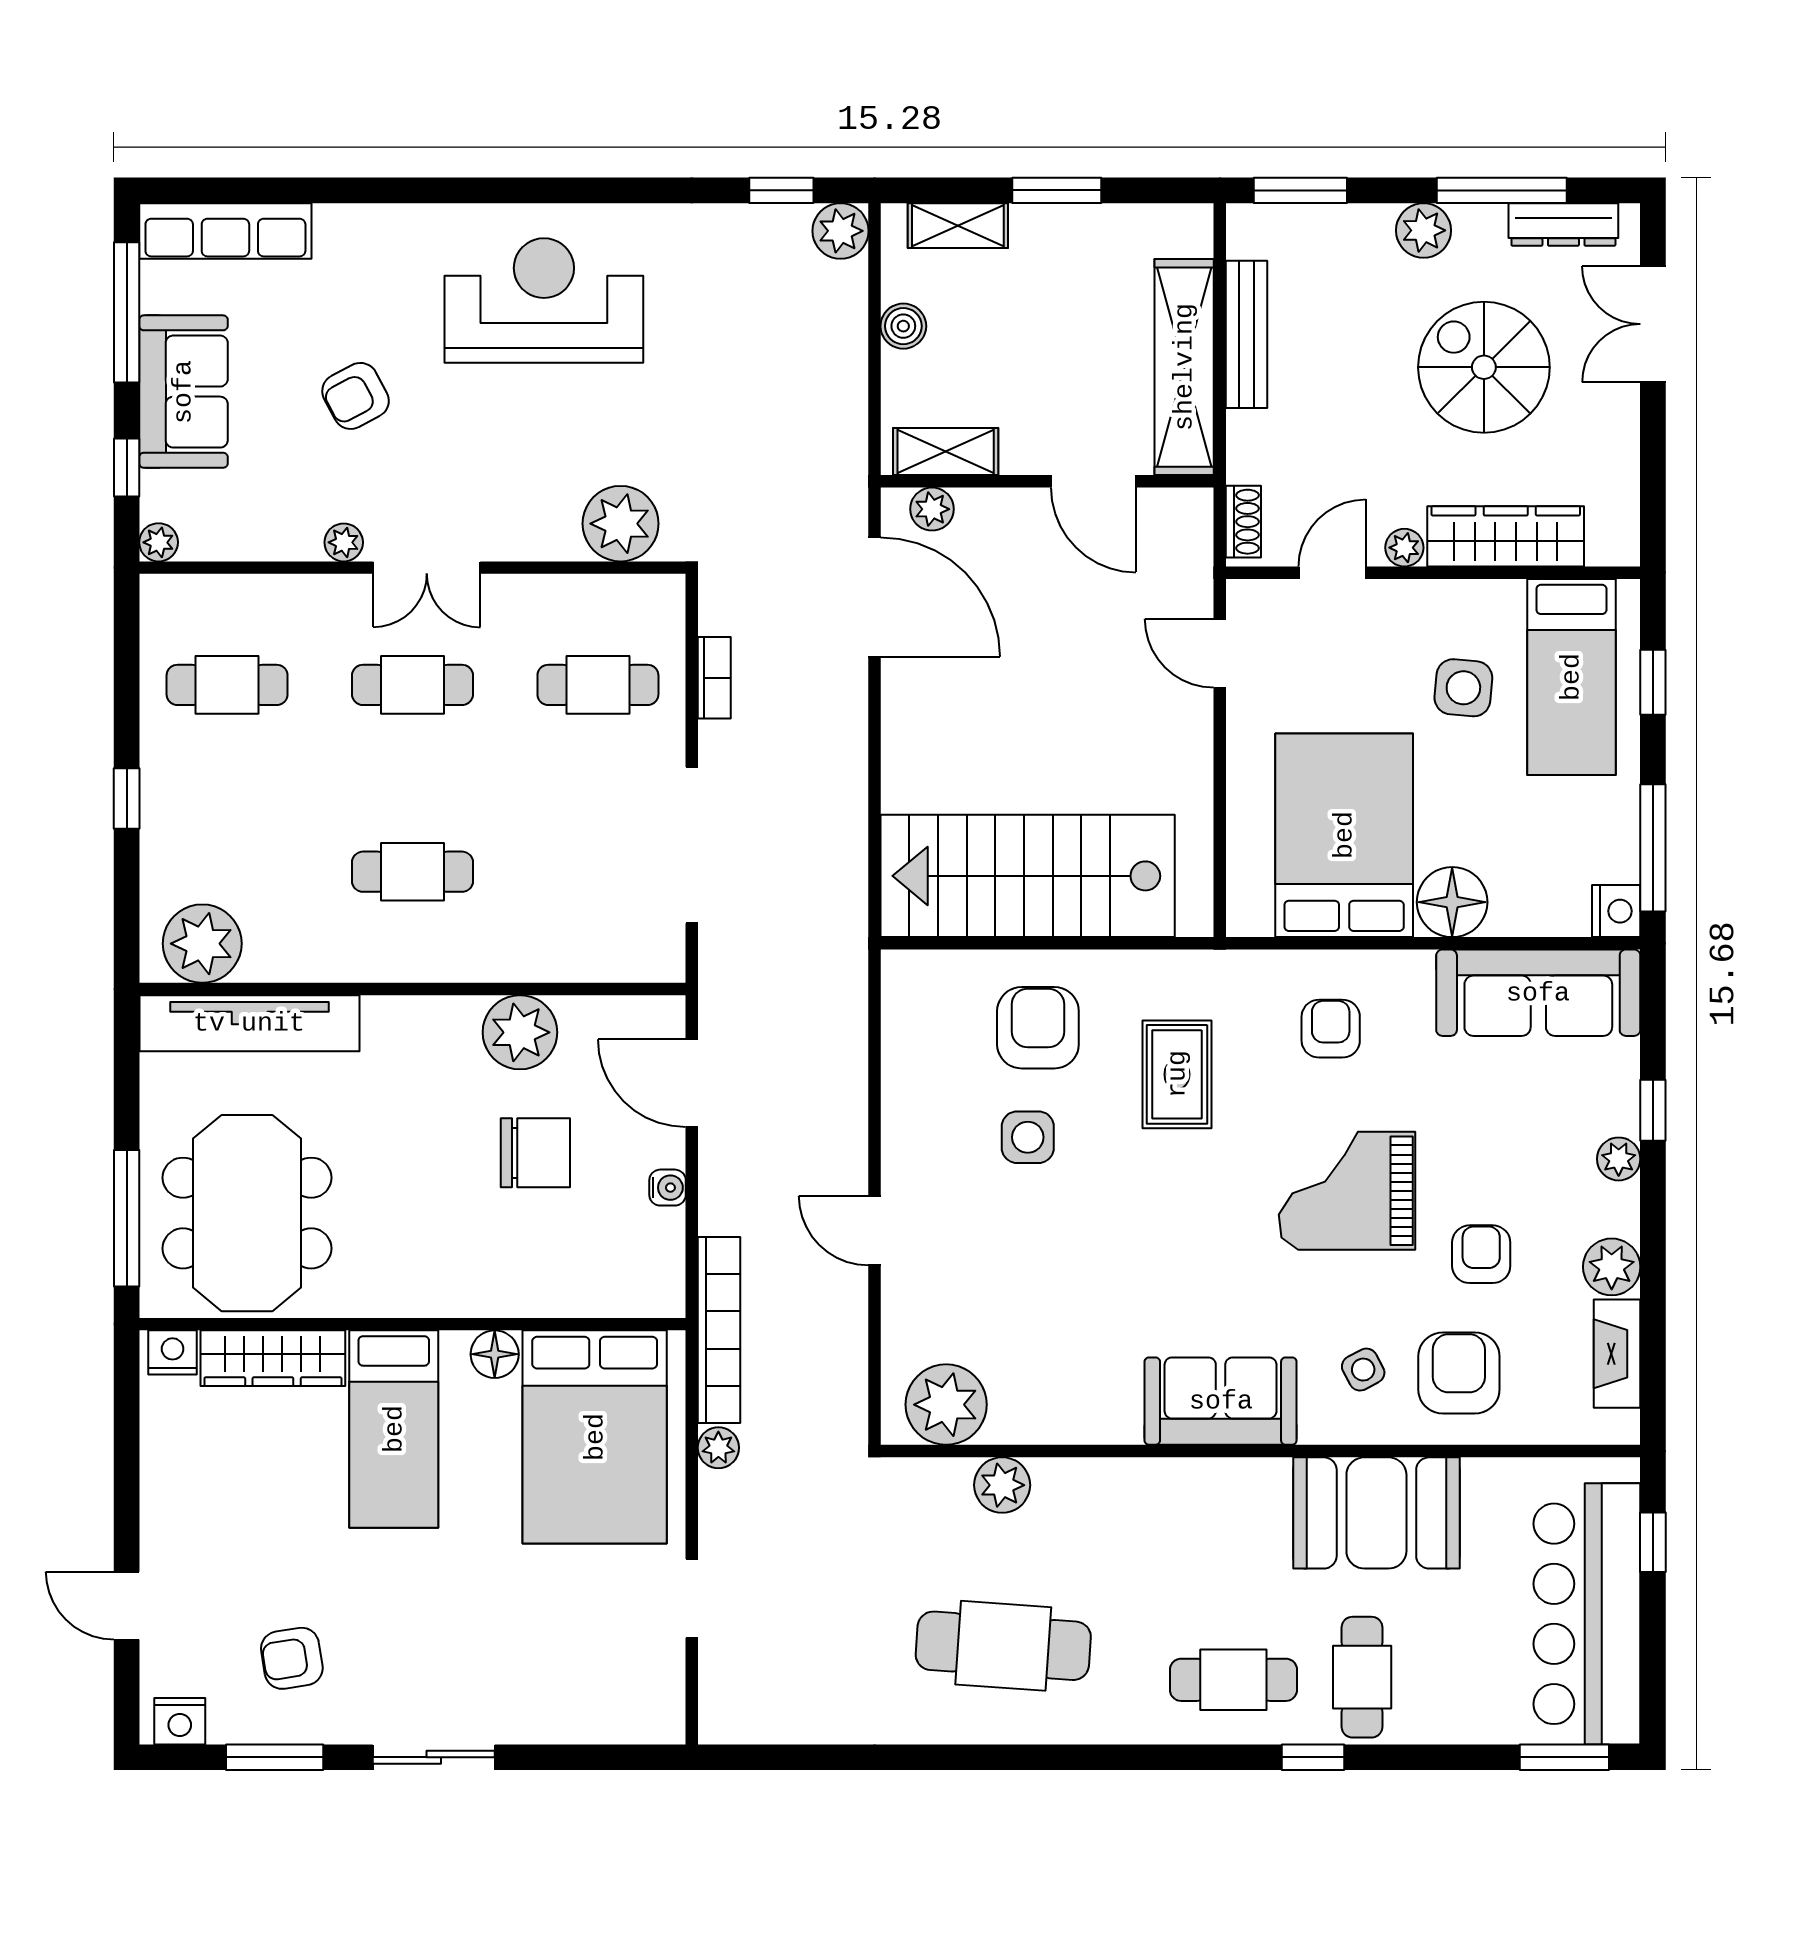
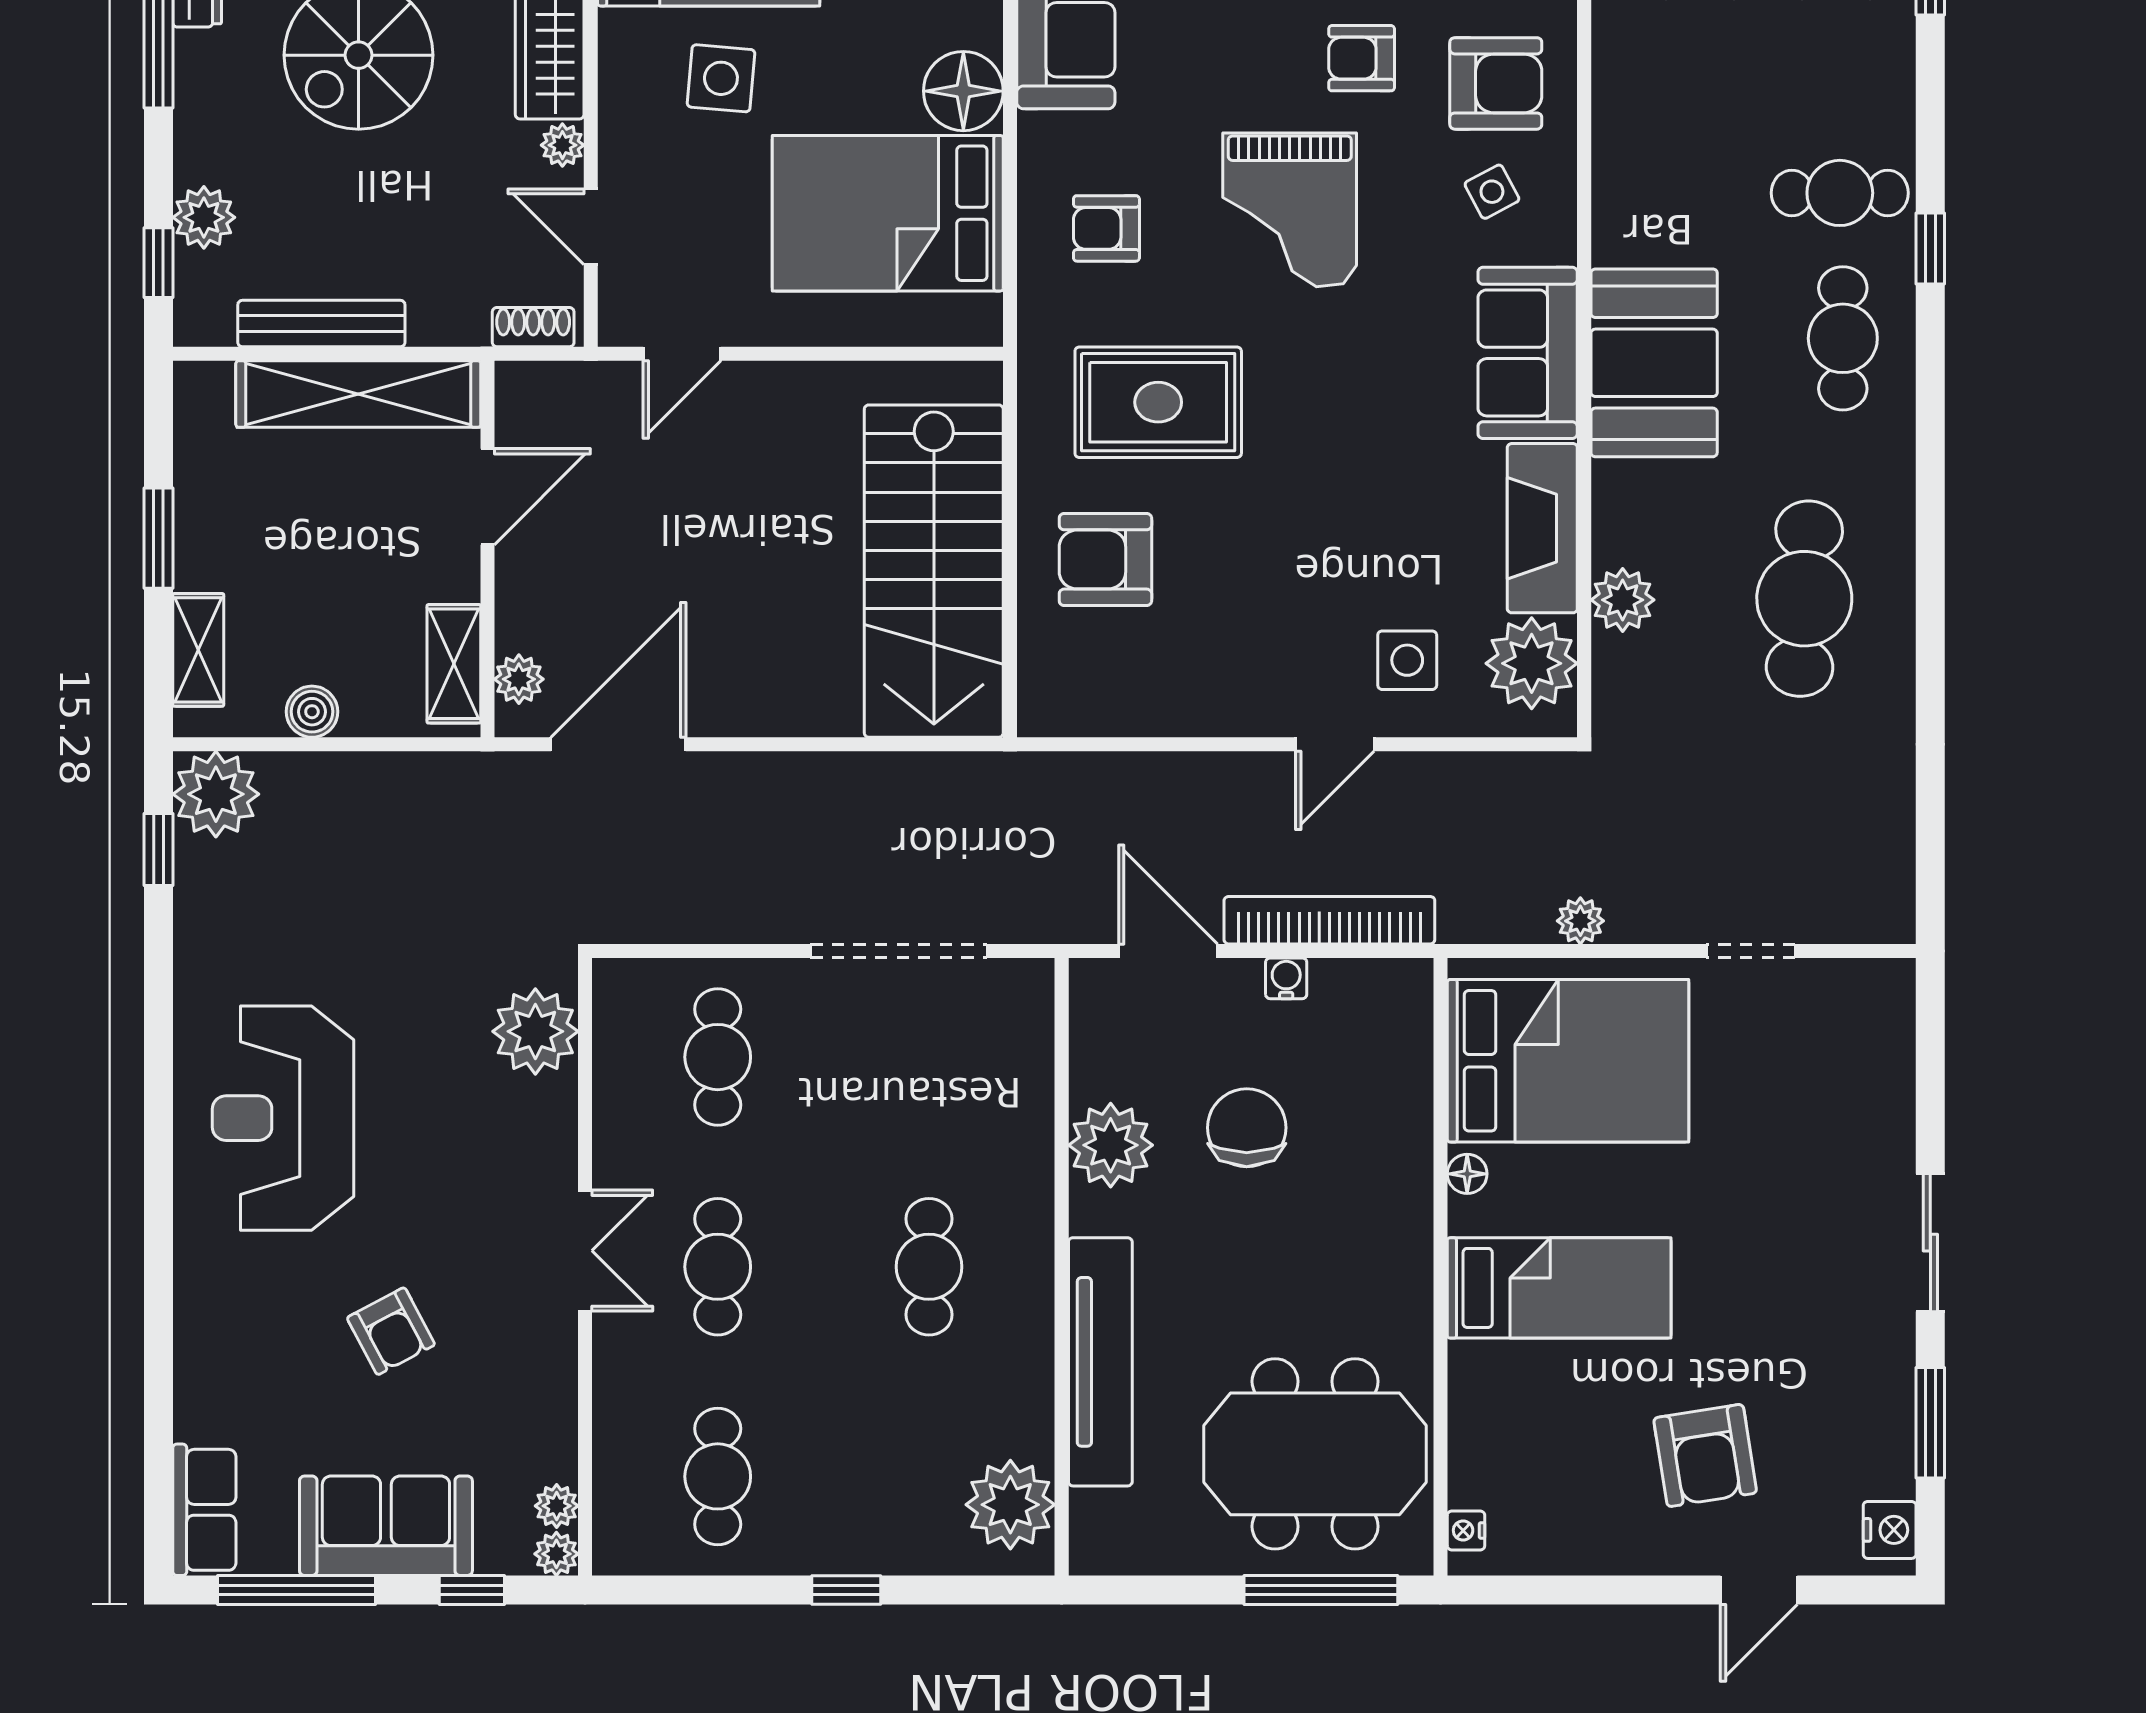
window: (1300, 190) -> (158, 263), width x0.67
plant: (1424, 230) -> (204, 217), moved
row of seats: (225, 231) -> (204, 1510), width x0.68
plant: (841, 231) -> (216, 794), width x1.36, depth x1.36
plant: (344, 542) -> (557, 1506), moved
bookcase: (714, 678) -> (710, 926), removed
tv unit: (249, 1023) -> (1100, 1362), moved
rug: (1177, 1074) -> (1158, 402), width x1.36, depth x1.43
door: (692, 1083) -> (1168, 951), swing flipped
side table: (1028, 1137) -> (1407, 660), moved
bookcase: (719, 1330) -> (1329, 920), moved
nightstand: (173, 1352) -> (1466, 1530), width x0.72, depth x0.74
floor lamp: (495, 1354) -> (1467, 1174), width x0.73, depth x0.73
wardrobe: (273, 1358) -> (1479, 1425), removed
armchair: (1459, 1373) -> (1496, 83), turned 180
fireplace: (1066, 1414) -> (1542, 528), added
booth: (1376, 1513) -> (1654, 363), moved
armchair: (292, 1658) -> (1705, 1455), moved, width x1.38, depth x1.38

